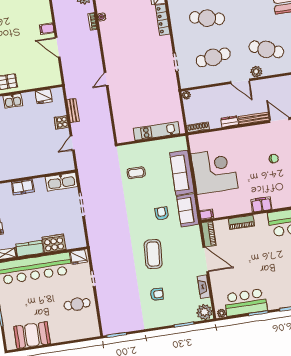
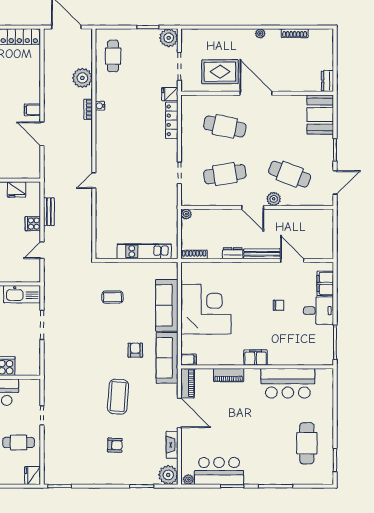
sofa: (188, 210) -> (167, 358), width x1.36
fridge: (78, 257) -> (33, 475), moved, turned 90

